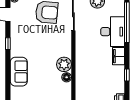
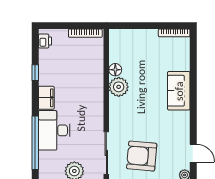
window: (8, 44) -> (193, 114), removed
sofa: (19, 72) -> (179, 91), moved

